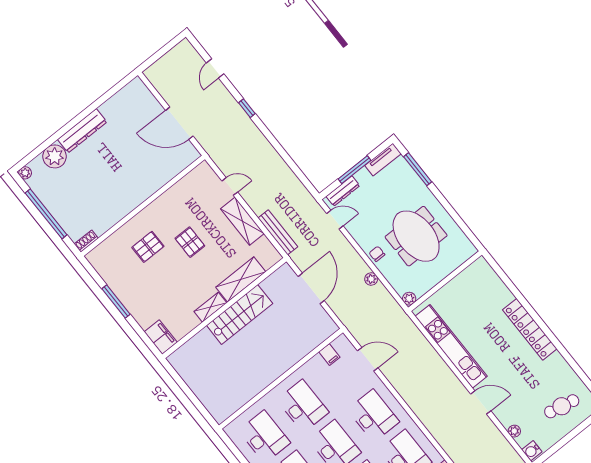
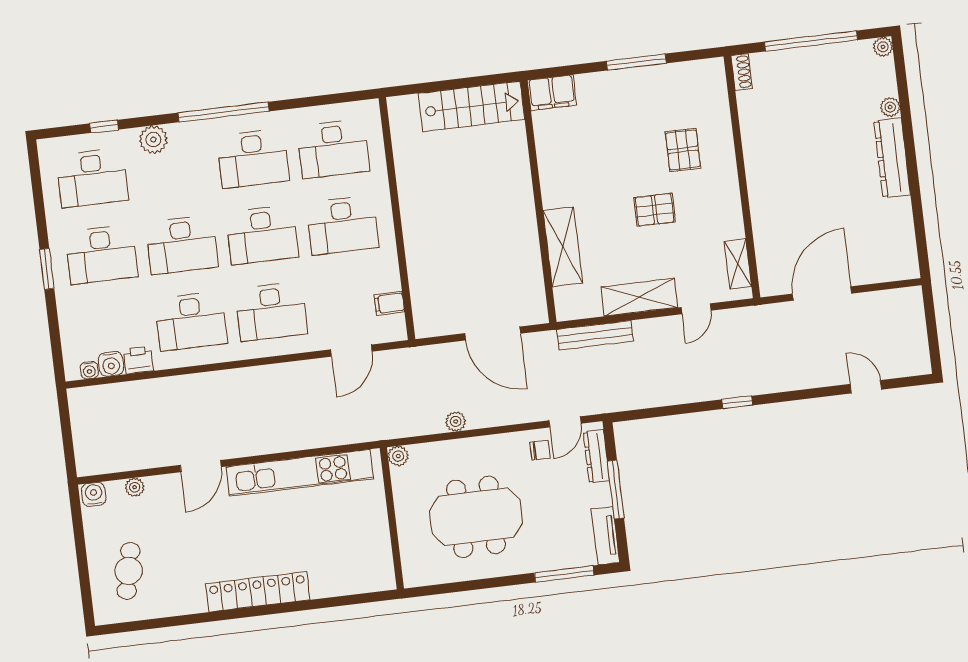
window: (247, 108) -> (737, 402), moved
plant: (55, 156) -> (890, 107), width x0.53, depth x0.53
chair: (377, 254) -> (540, 450), moved
shelving: (210, 307) -> (738, 264), moved
stairs: (240, 314) -> (471, 106), moved, turned -90

